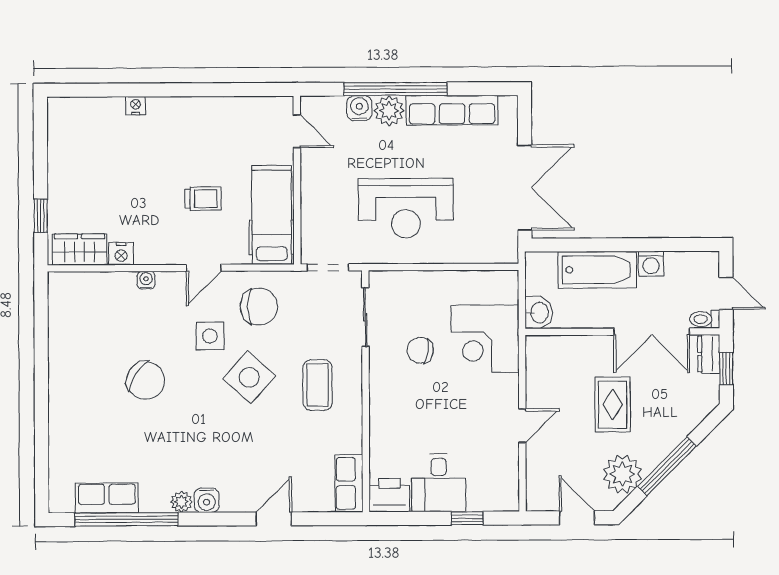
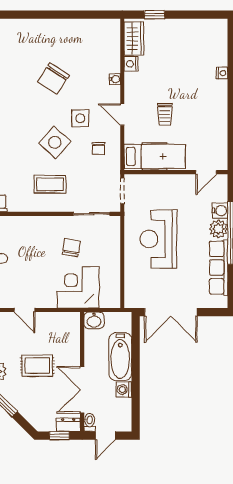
chair: (259, 306) -> (98, 148), width x0.54, depth x0.54

